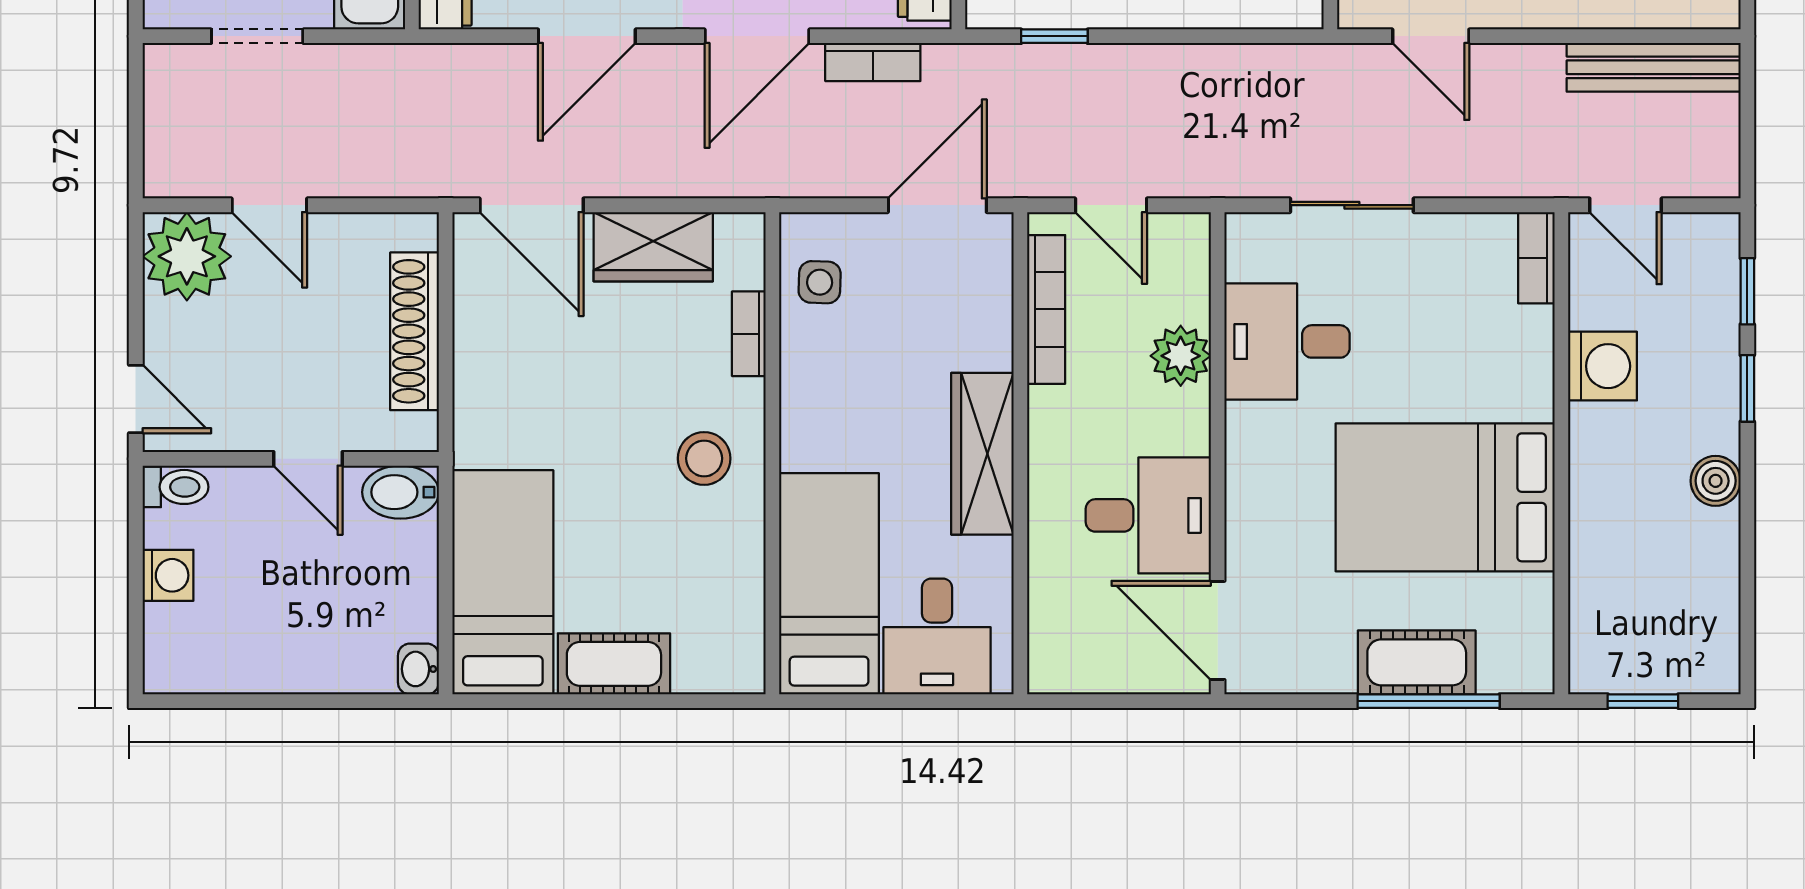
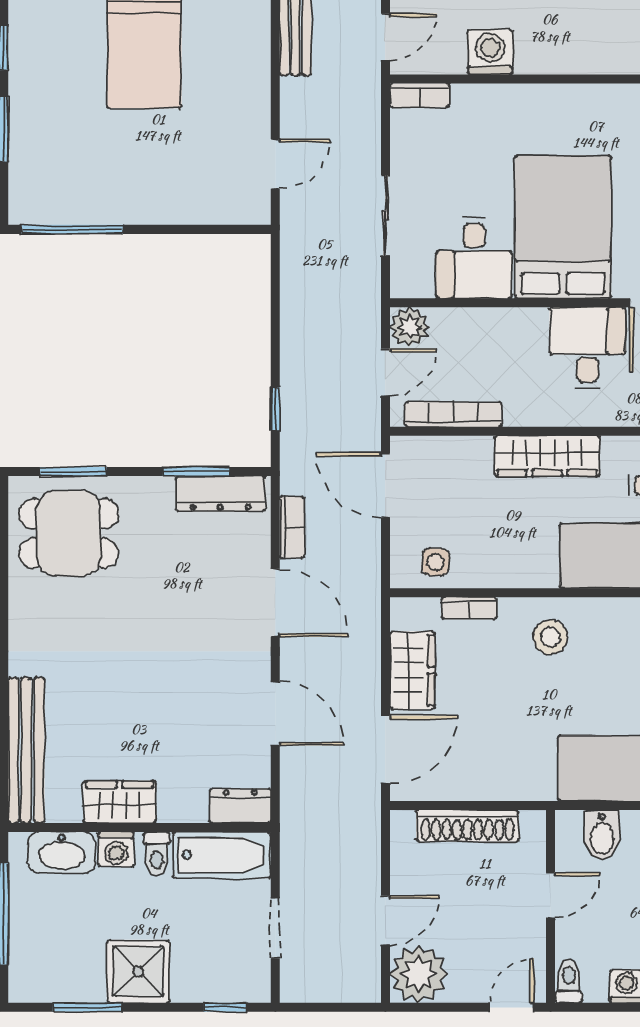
plant: (1181, 356) -> (409, 327), moved
bidet: (400, 492) -> (602, 835), moved
bed: (1445, 497) -> (563, 227), moved, turned 180

